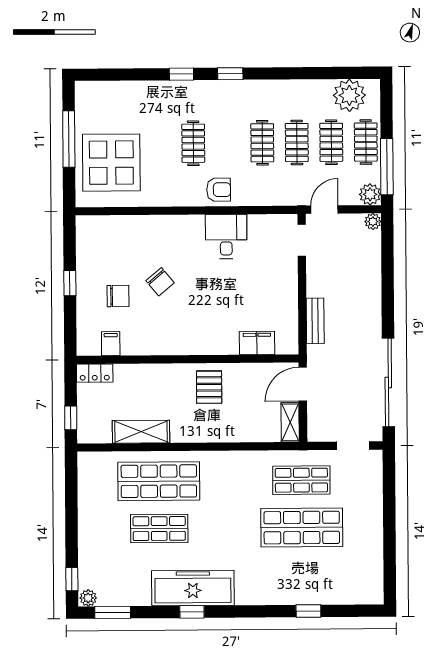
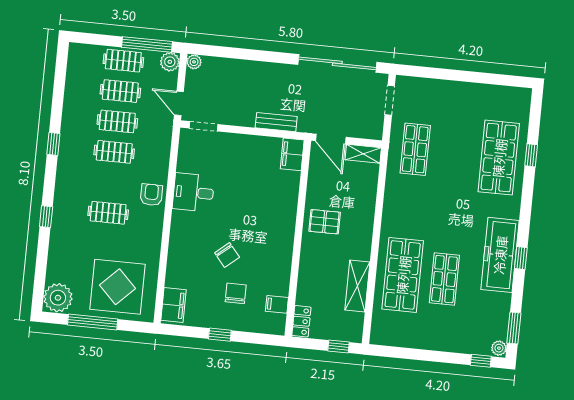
window: (230, 74) -> (53, 144), moved
plant: (349, 95) -> (58, 298), moved
filing cabinet: (98, 228) -> (174, 305), added
chair: (160, 282) -> (227, 255), turned 90
filing cabinet: (257, 343) -> (292, 154), moved
shop shelf: (302, 528) -> (499, 158), moved

